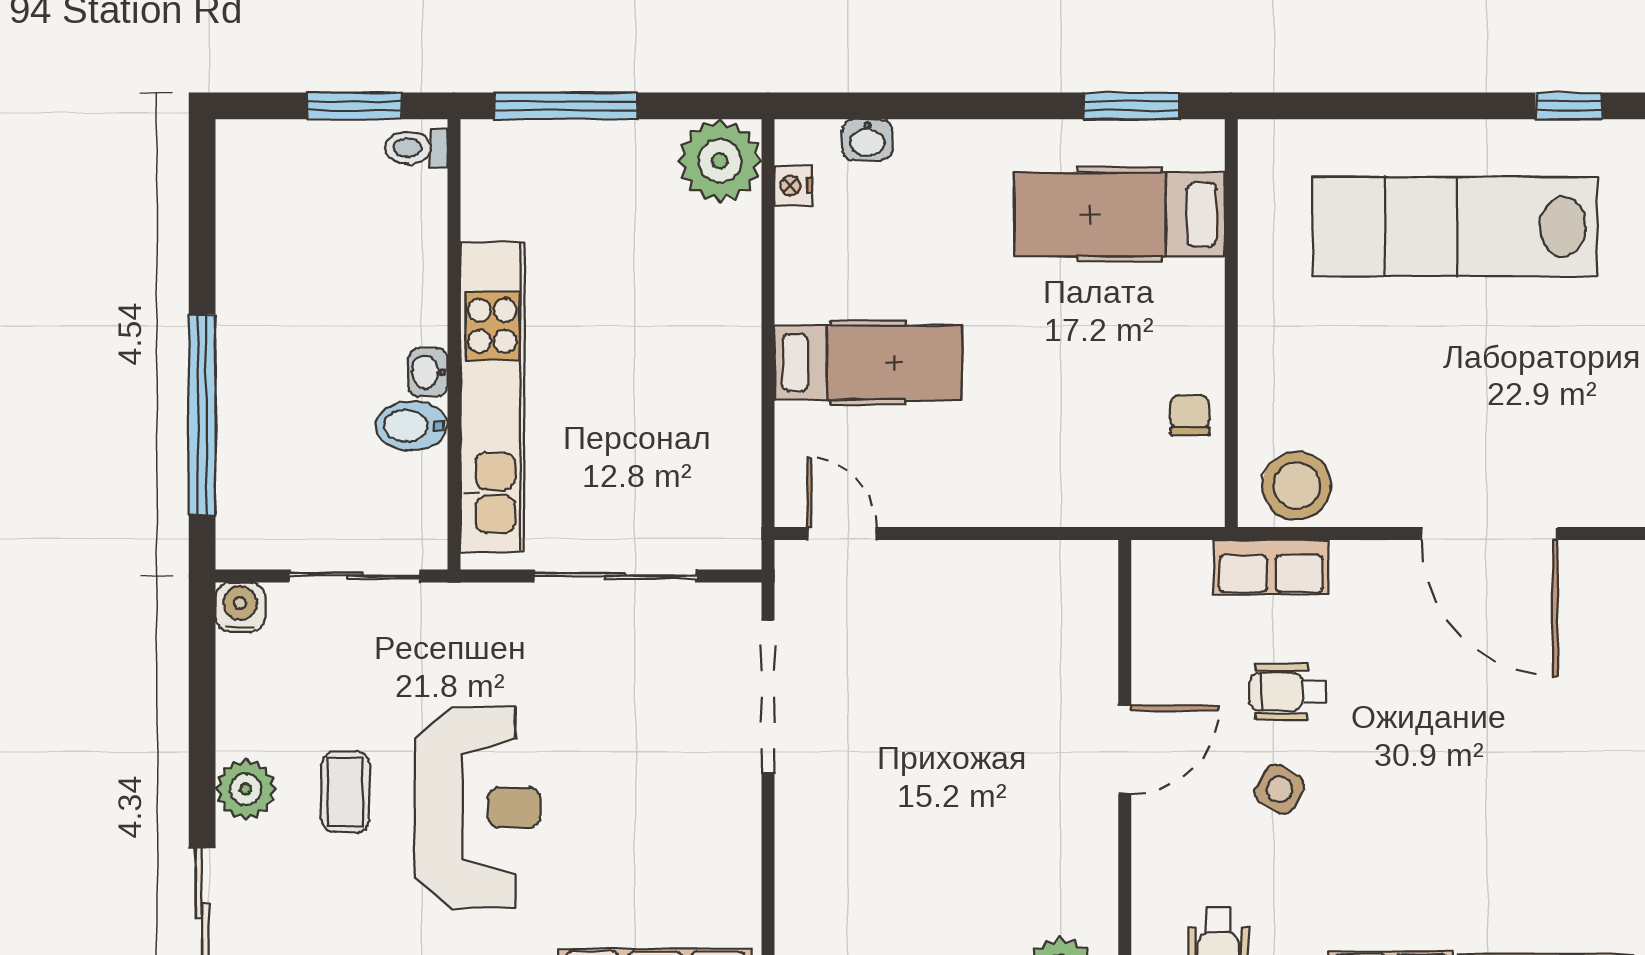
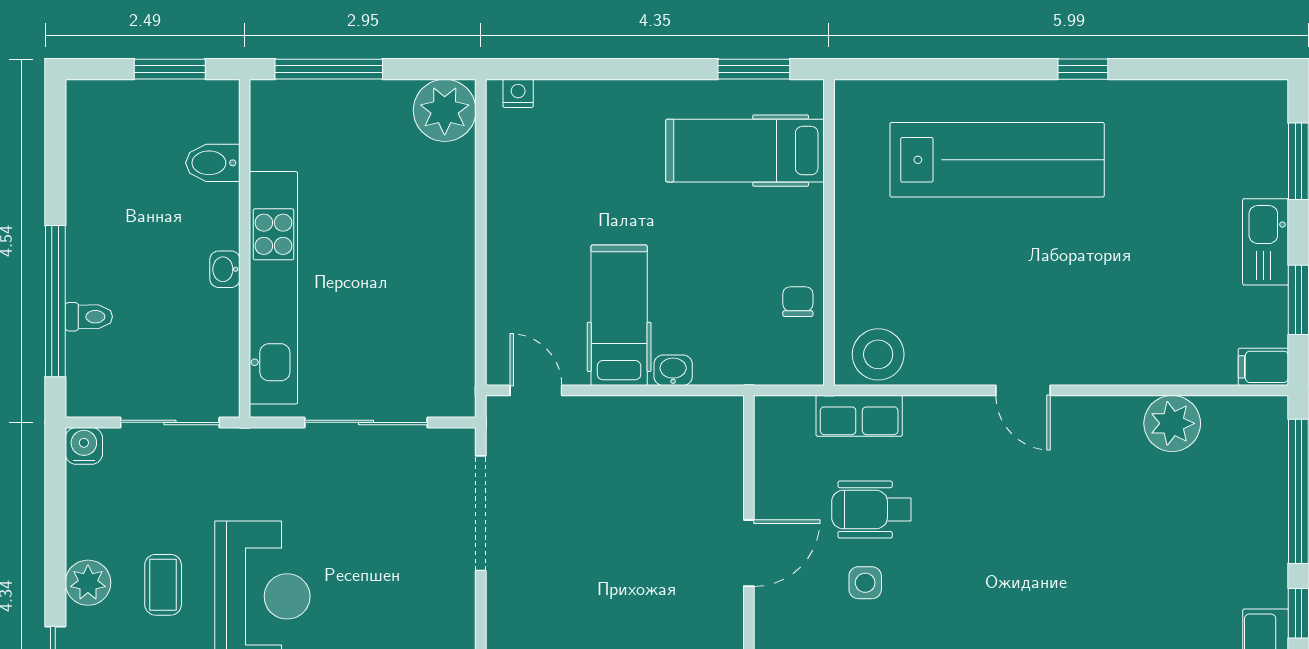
washbasin: (867, 140) -> (673, 370), moved, turned 180
toilet: (416, 148) -> (89, 317), moved, turned 180
nightstand: (793, 186) -> (518, 93), moved, turned 90
lab bench: (1455, 227) -> (997, 160), turned 180
hospital bed: (868, 363) -> (619, 315), moved, turned -90
bidet: (411, 426) -> (213, 163), moved
door: (1489, 533) -> (1023, 390), width x0.53
wheelchair: (1288, 692) -> (871, 510), width x1.36, depth x1.37
side table: (1279, 789) -> (865, 583), turned -30

